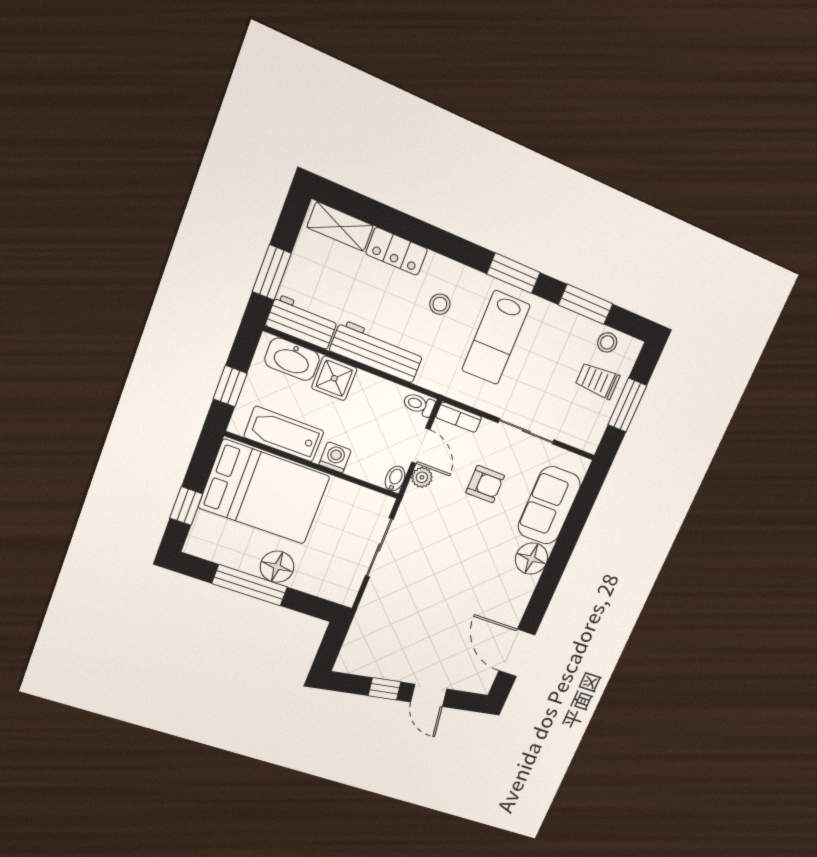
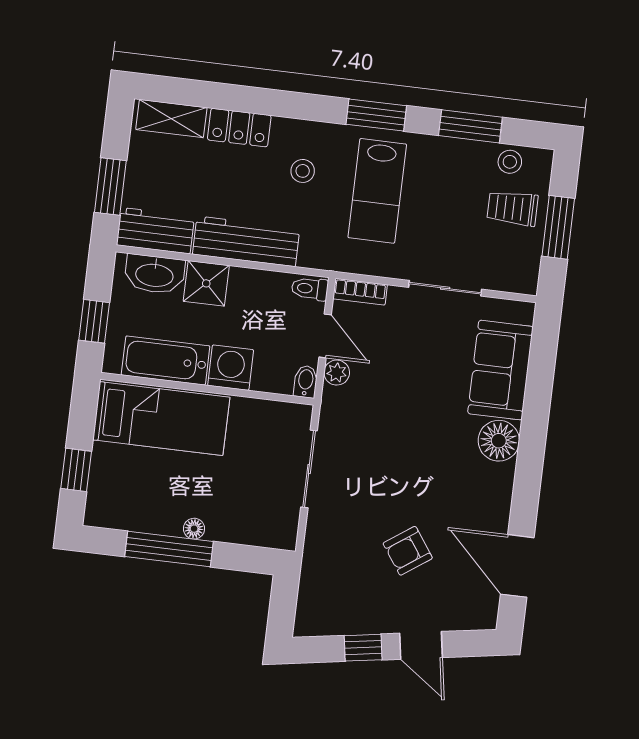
washing machine: (335, 457) -> (231, 368), width x1.38, depth x1.38
armchair: (485, 484) -> (408, 551), moved, turned 145
bed: (264, 492) -> (161, 419), width x0.67
floor lamp: (277, 567) -> (194, 529), width x0.53, depth x0.53

